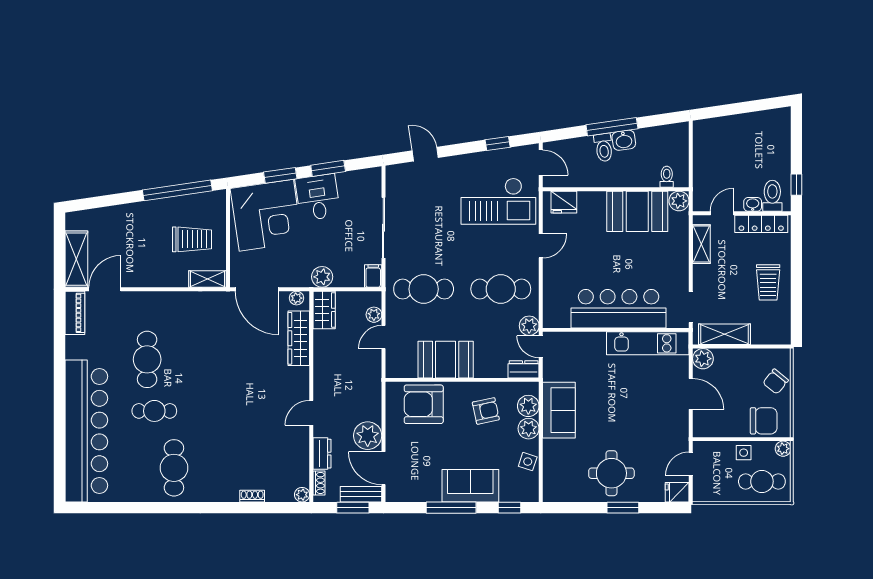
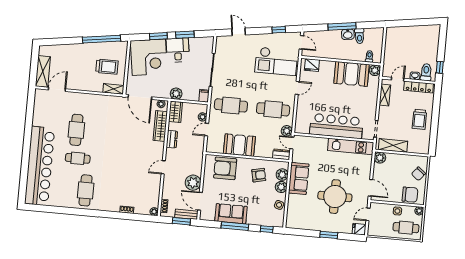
toilet: (604, 148) -> (359, 36), moved
piano: (75, 313) -> (39, 101), removed
door: (691, 394) -> (370, 188), moved
dresser: (322, 454) -> (172, 139), moved
round table: (611, 473) -> (335, 197), moved, width x1.36, depth x1.36
sofa: (470, 486) -> (231, 214), moved

